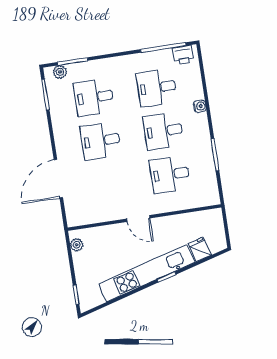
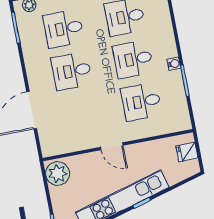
water cooler: (200, 106) -> (174, 64), moved
plant: (77, 245) -> (58, 173), width x1.88, depth x1.88
fridge: (200, 249) -> (187, 152), moved, turned -75

